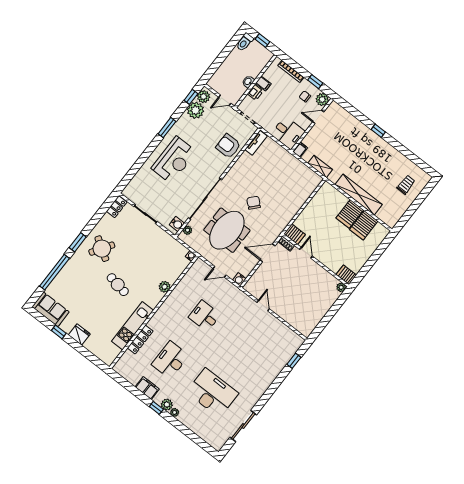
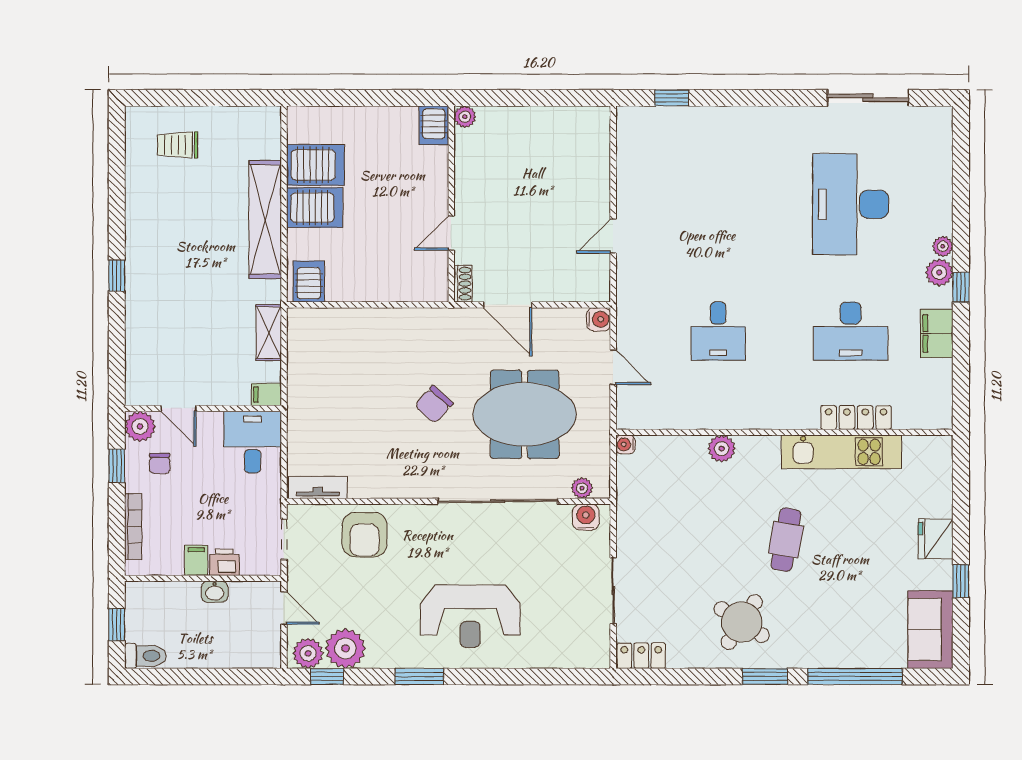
reception desk: (174, 160) -> (470, 616), turned 180
server rack: (295, 234) -> (309, 282), moved

